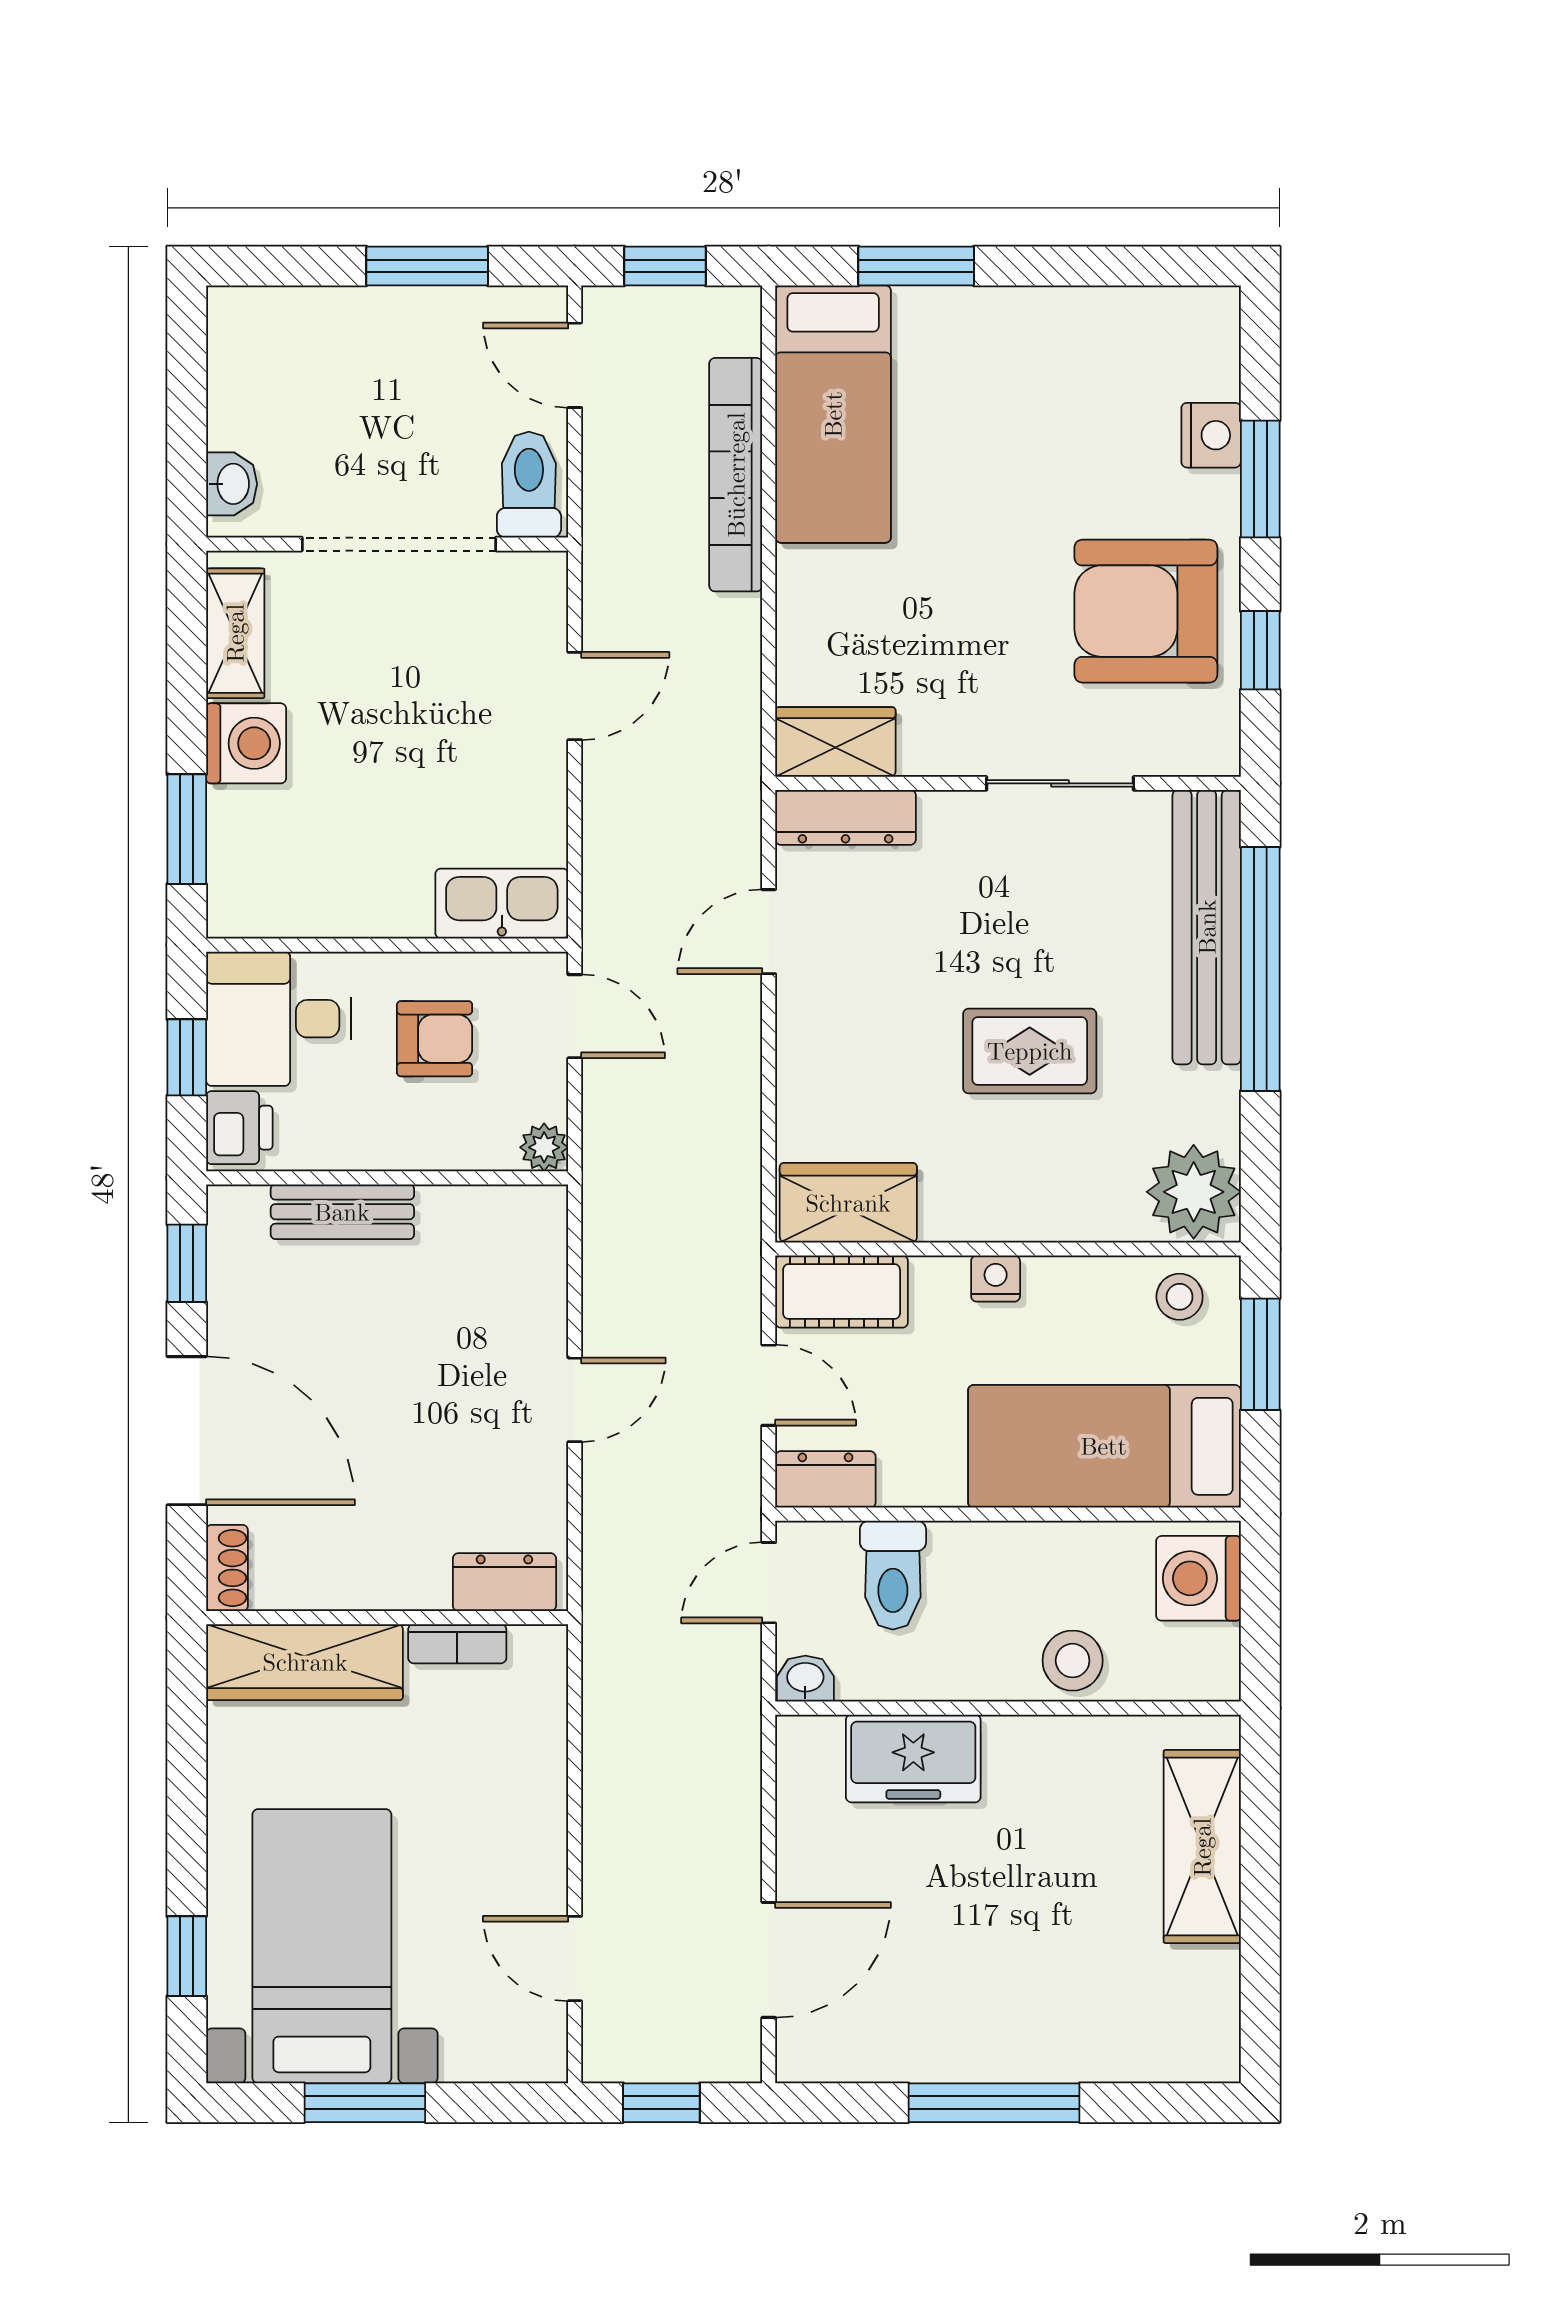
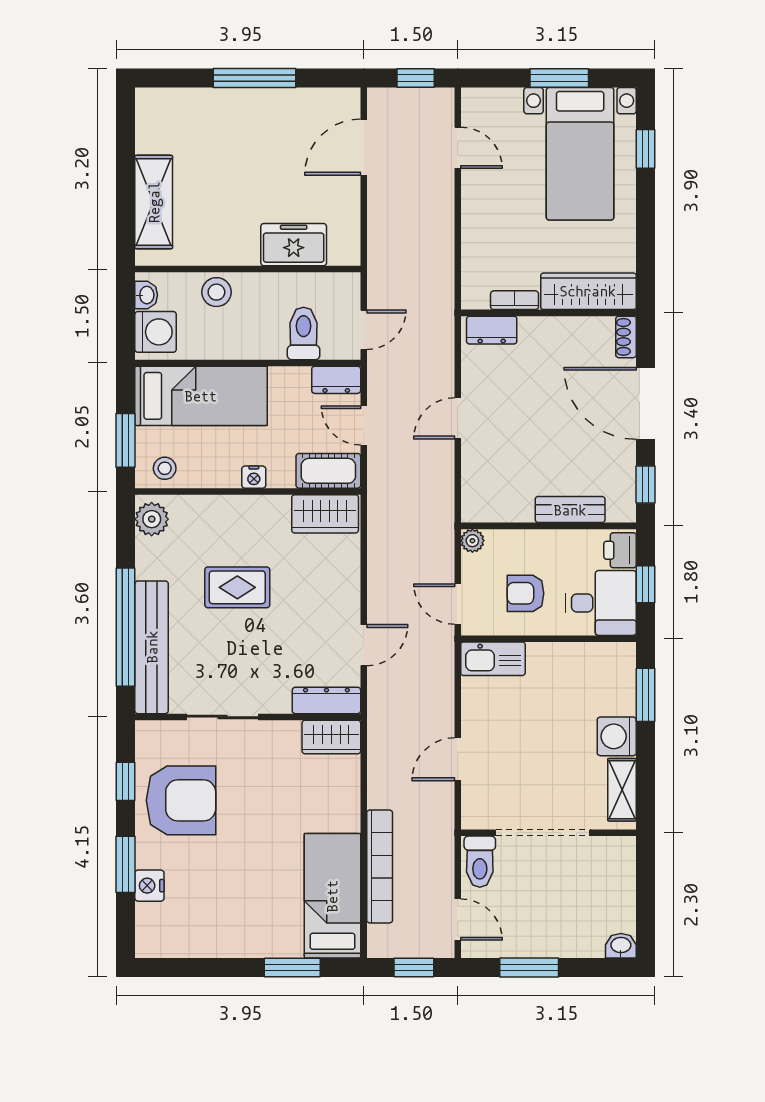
washbasin: (232, 484) -> (621, 946), moved, turned 90
plant: (1194, 1192) -> (152, 519), width x0.73, depth x0.73
washbasin: (805, 1679) -> (146, 295), moved, turned -90

